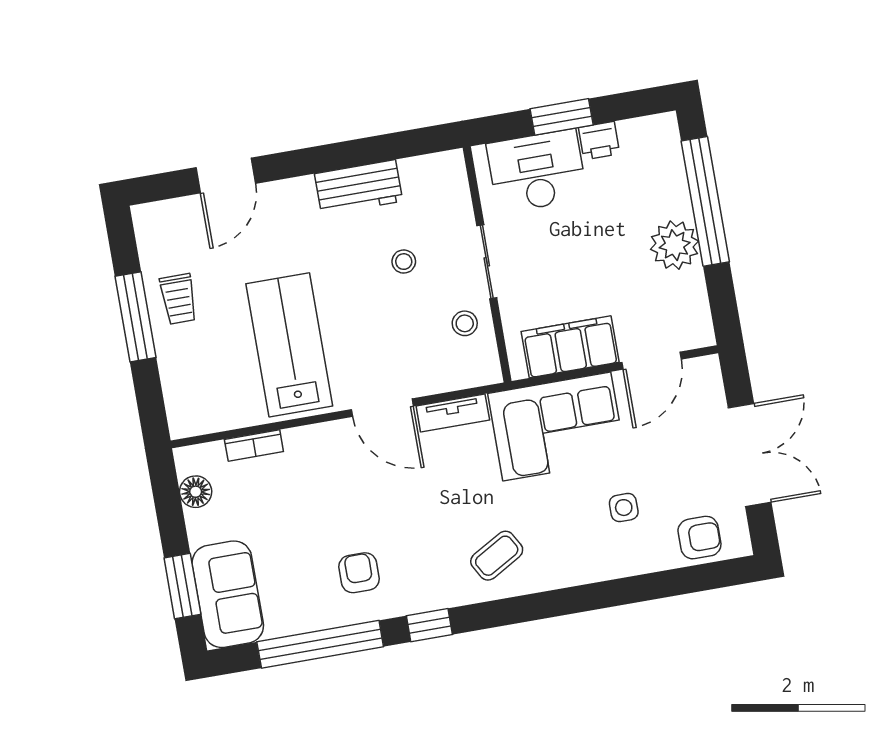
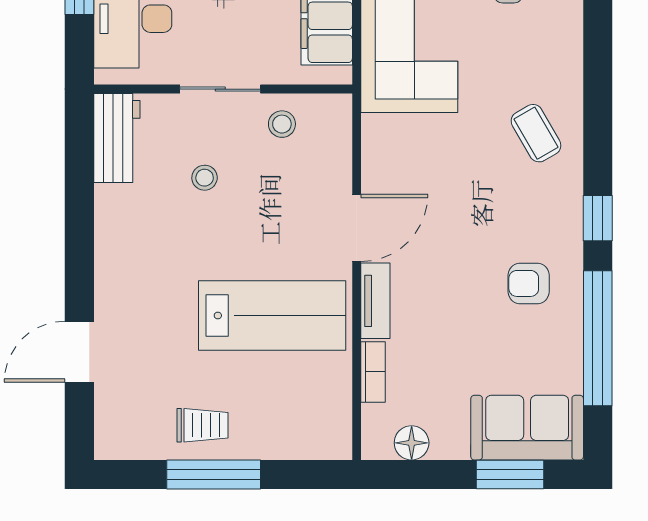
door: (226, 175) -> (79, 352), swing flipped
workbench: (359, 187) -> (117, 138), moved
lab bench: (289, 345) -> (272, 315), turned 180
tv unit: (453, 413) -> (375, 301), moved

